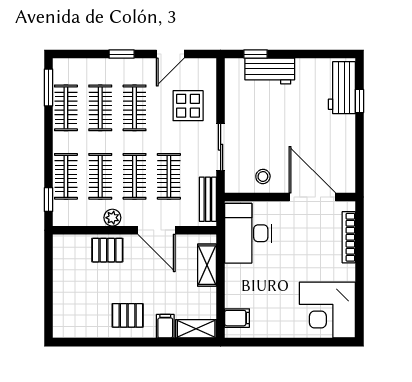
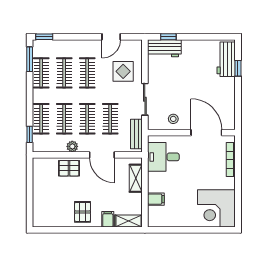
window: (122, 54) -> (44, 37), moved
workbench: (270, 71) -> (164, 48), moved
desk: (248, 233) -> (163, 157), width x0.73
pallet: (128, 315) -> (83, 212), turned 90
filing cabinet: (237, 318) -> (156, 199), moved

